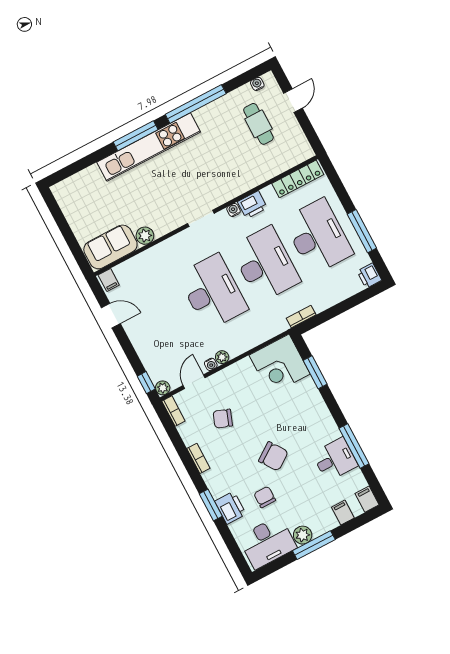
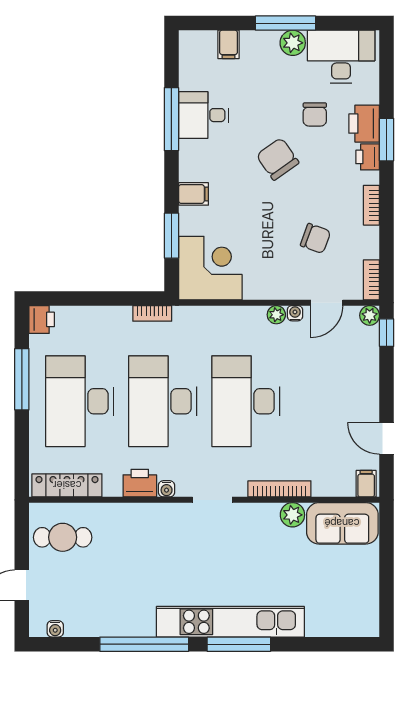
cafe table: (258, 124) -> (63, 537), moved, turned 90
bookcase: (162, 248) -> (279, 489), added
printer: (217, 488) -> (368, 157), added
filing cabinet: (367, 499) -> (194, 194), moved, turned -90

